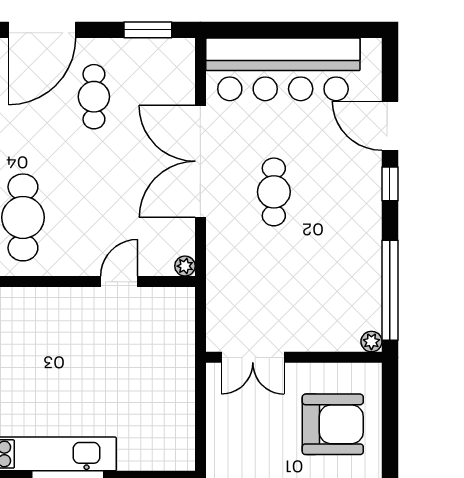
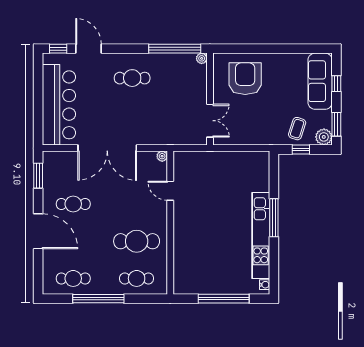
door: (390, 126) -> (88, 49), swing flipped
window: (390, 184) -> (58, 49), moved
cafe table: (274, 192) -> (132, 78), moved

